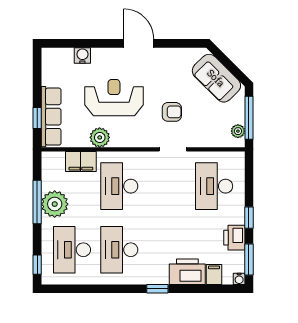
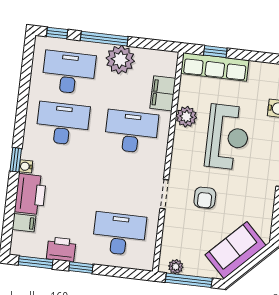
window: (37, 202) -> (104, 39), moved
water cooler: (239, 279) -> (26, 166), moved

